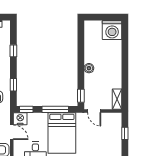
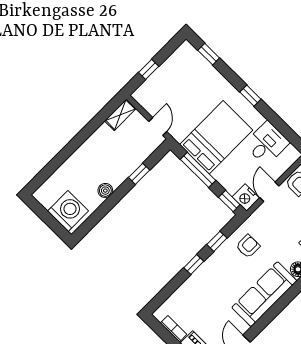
washing machine: (112, 30) -> (68, 211), moved
window: (13, 51) -> (194, 265), moved
boiler: (89, 68) -> (105, 191), moved
window: (81, 96) -> (139, 174), moved

